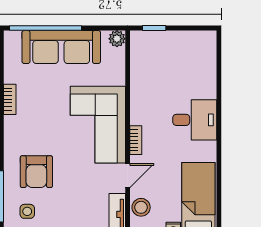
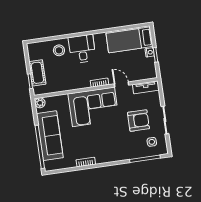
cot: (166, 41) -> (37, 73), added
armchair: (36, 172) -> (138, 121), moved
stool: (141, 207) -> (59, 50), moved

